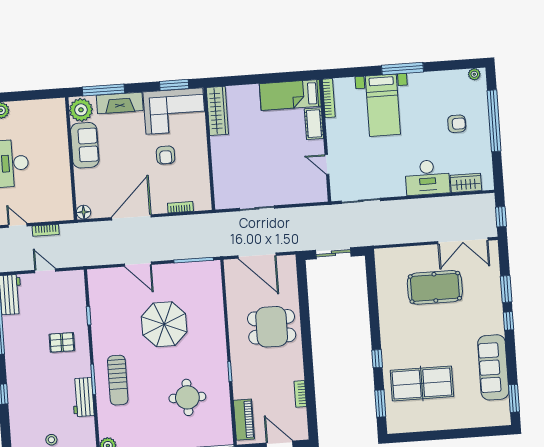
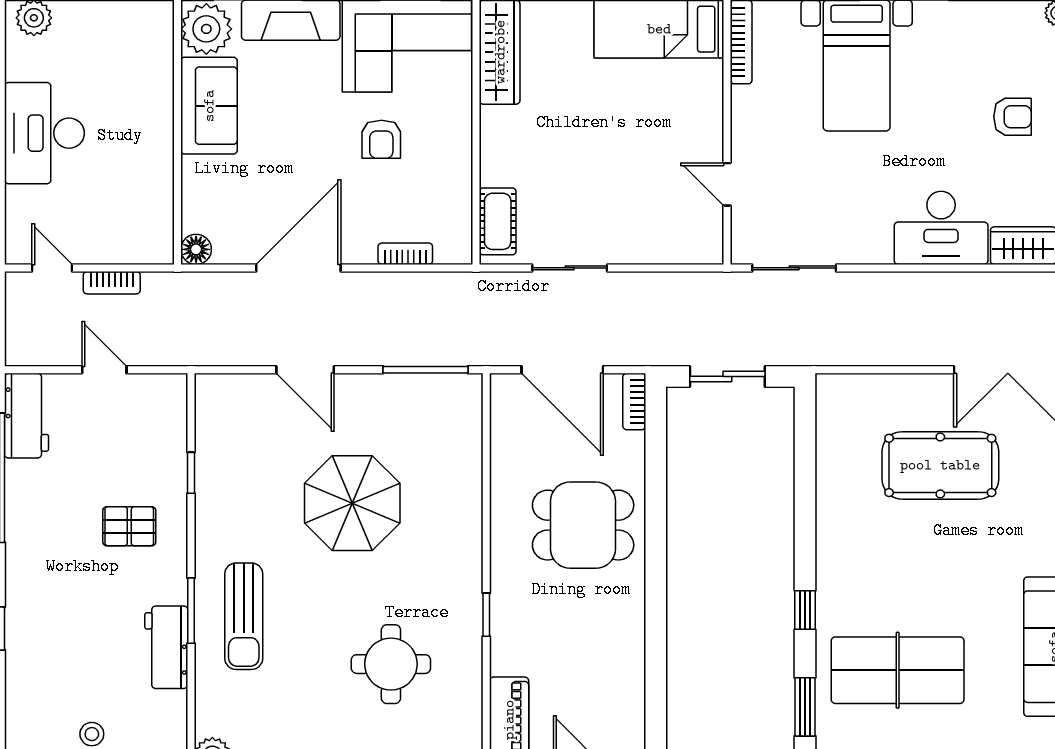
cot: (314, 124) -> (498, 221), moved
bookcase: (300, 394) -> (634, 401), moved

